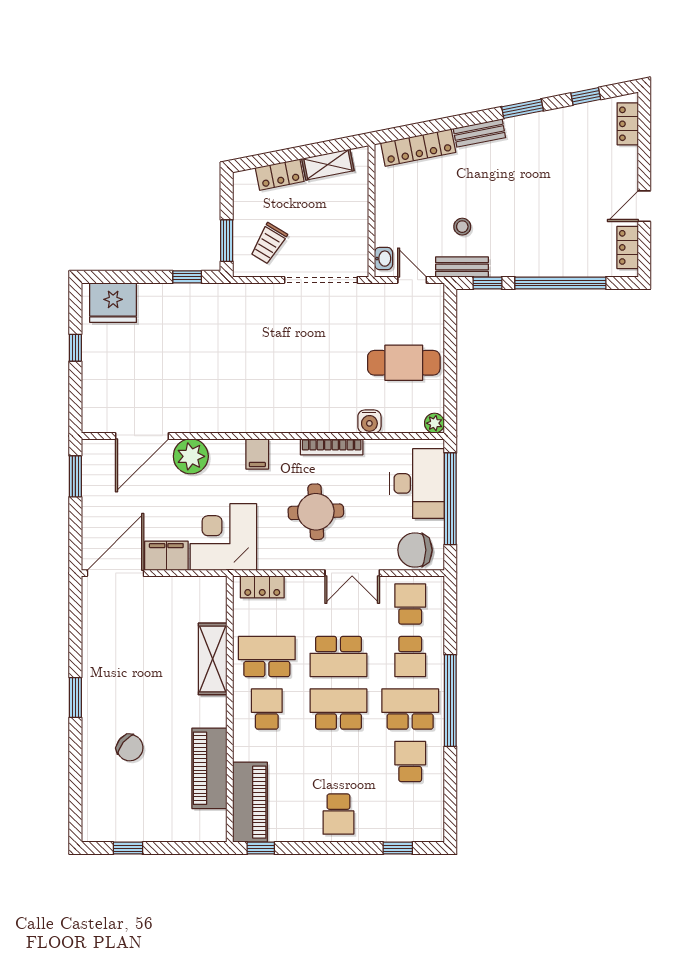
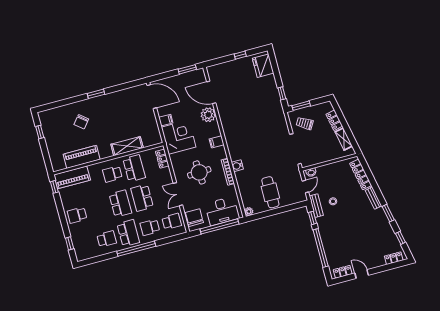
water cooler: (369, 422) -> (237, 166), moved
filing cabinet: (166, 556) -> (166, 120), width x0.50
school desk: (267, 709) -> (112, 174), turned 180

